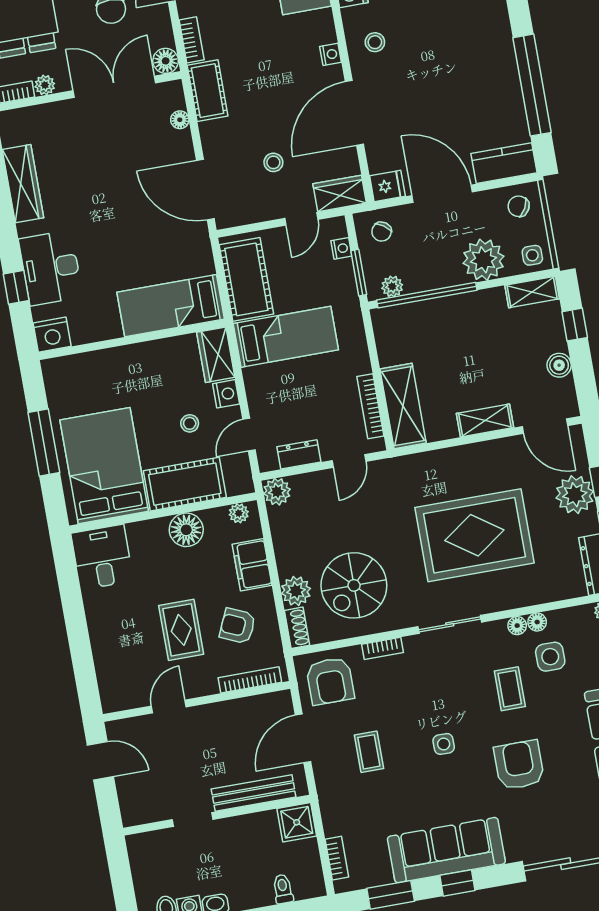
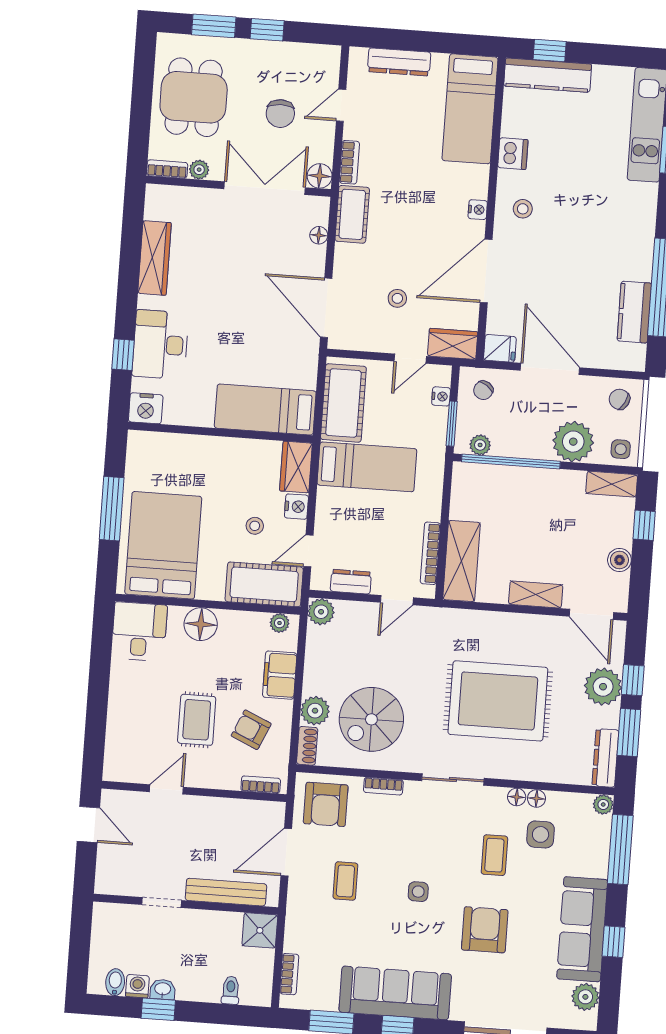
kitchen counter: (504, 163) -> (634, 312), moved, turned -90
cot: (185, 484) -> (264, 584), moved
floor lamp: (186, 530) -> (201, 624), moved
bookcase: (250, 680) -> (261, 785), width x0.64

